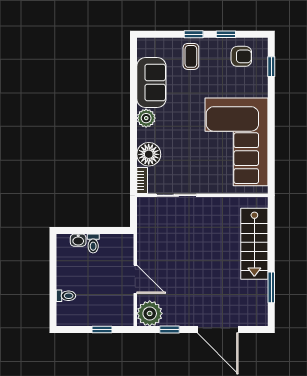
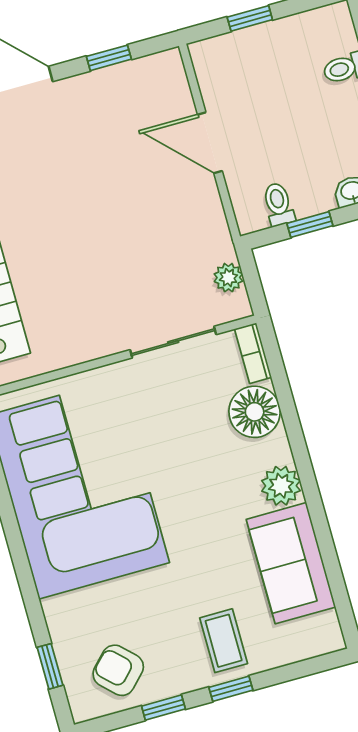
armchair: (241, 56) -> (118, 670), turned 44
window: (101, 231) -> (310, 225), added
toilet: (93, 243) -> (278, 204), moved
plant: (150, 313) -> (228, 278), moved, width x0.53, depth x0.53

